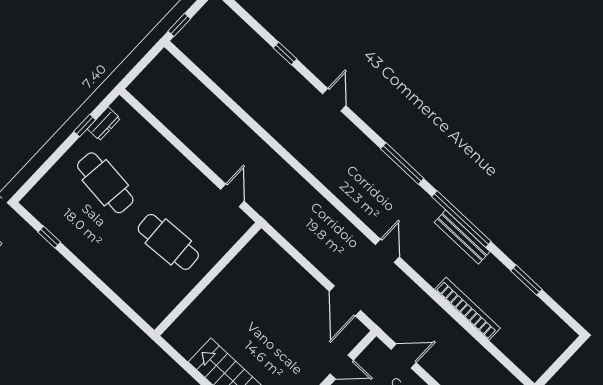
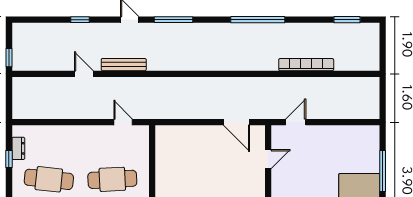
window: (402, 163) -> (174, 20), moved
bench: (462, 237) -> (124, 65), moved
door: (387, 251) -> (84, 74), moved
window: (526, 280) -> (347, 20), moved

